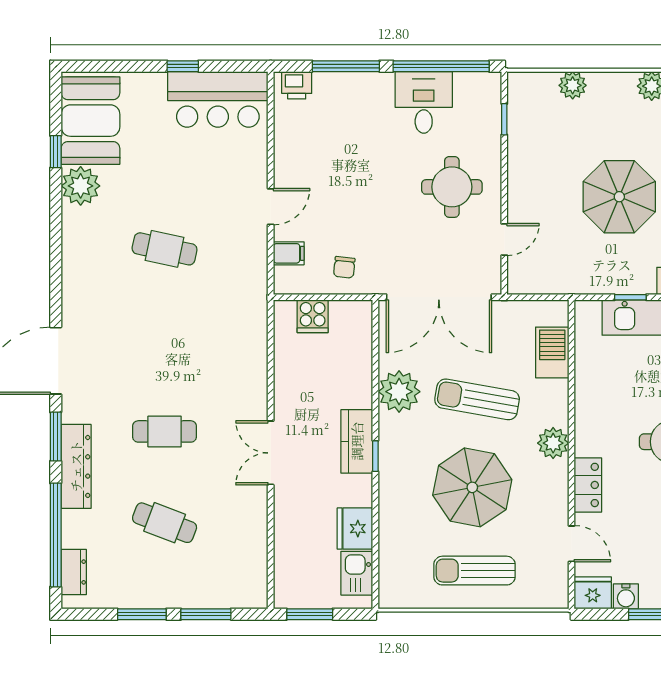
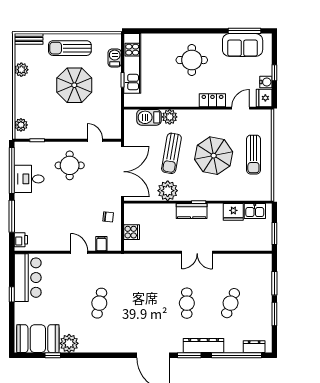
plant: (573, 85) -> (21, 125), moved
plant: (553, 443) -> (170, 117), moved

